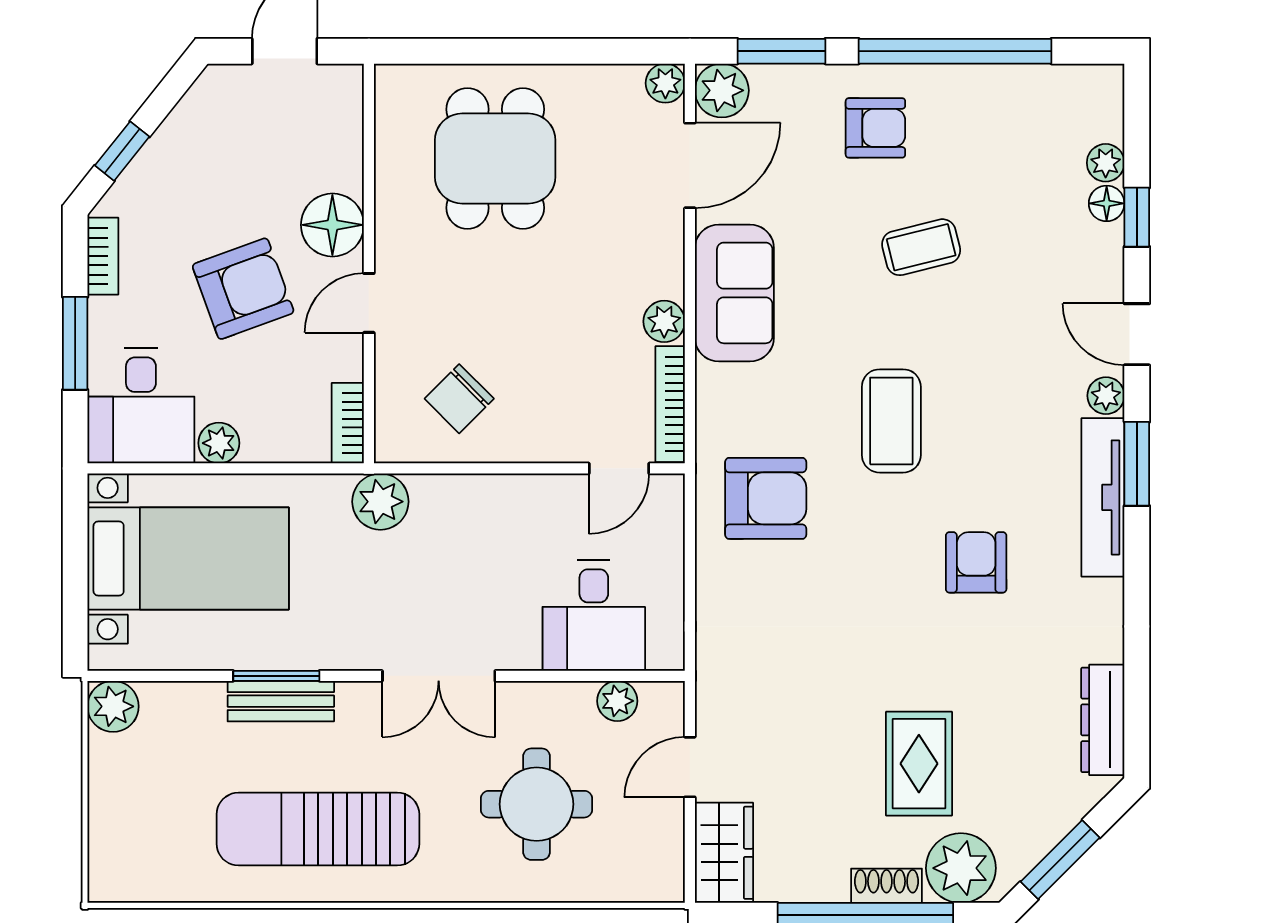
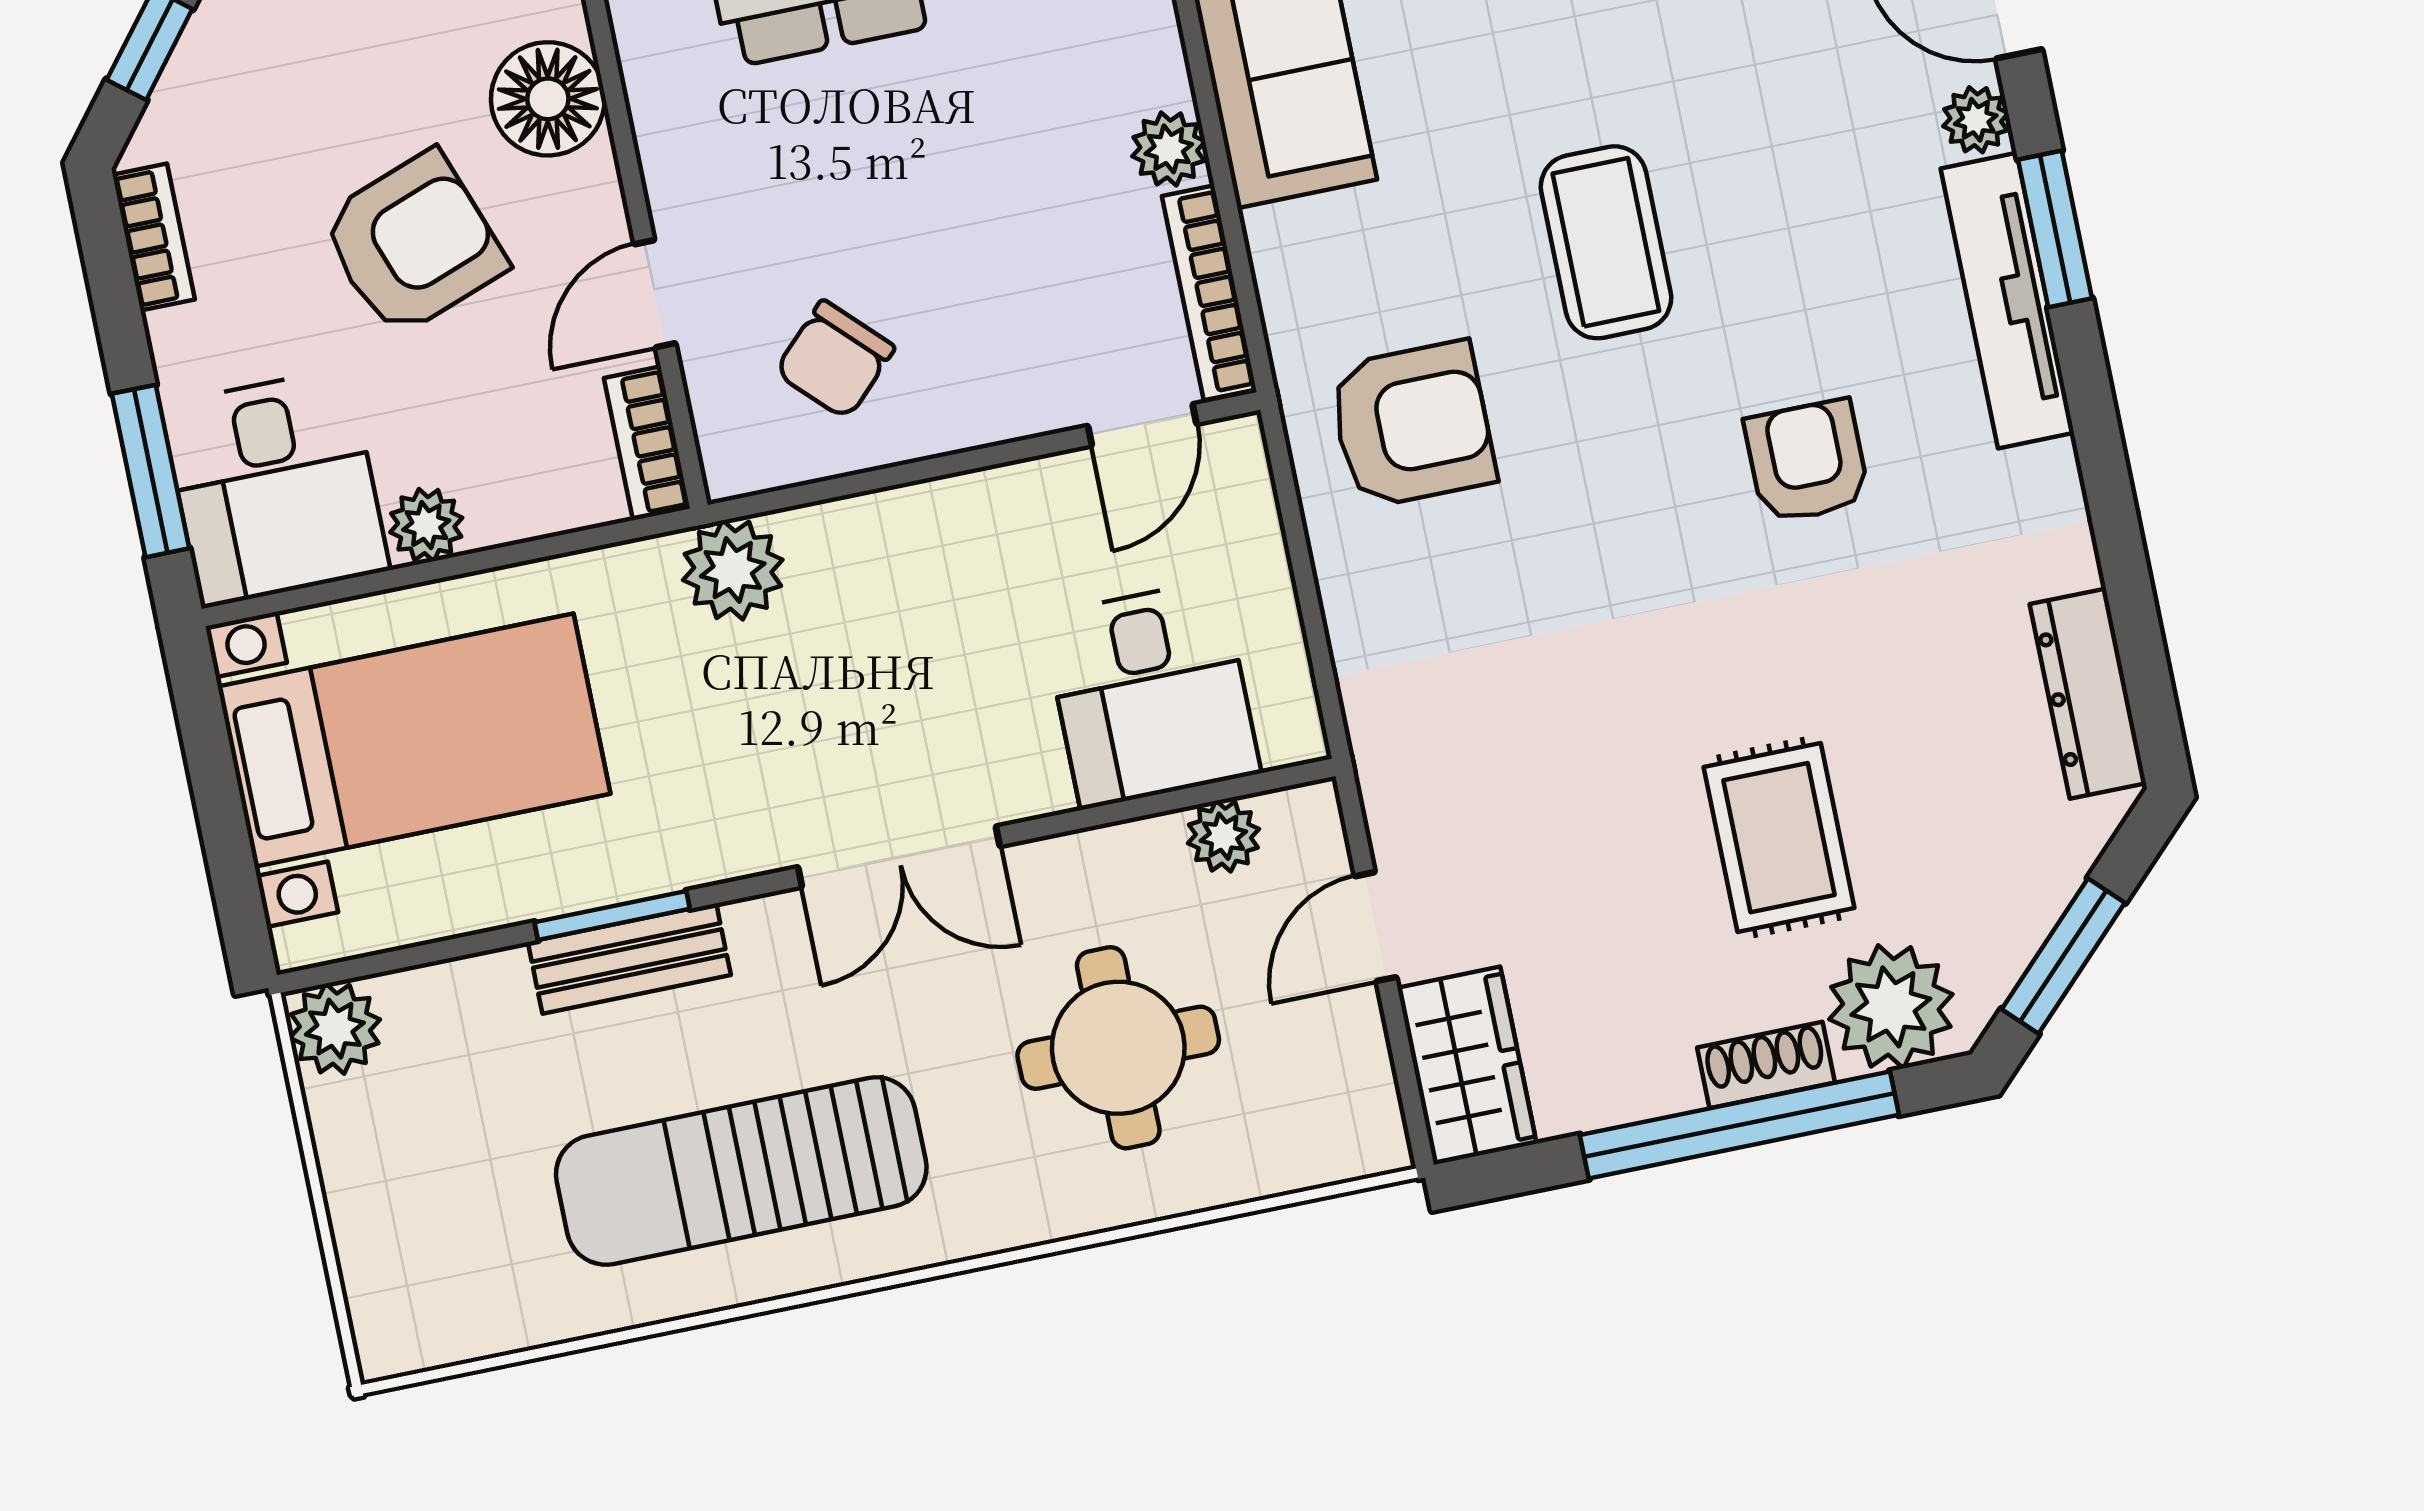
door: (369, 303) -> (655, 294), moved
window: (75, 343) -> (151, 471), moved

